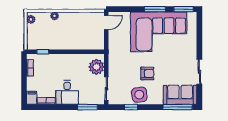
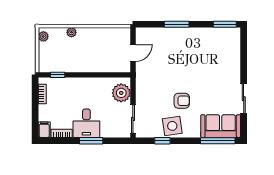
window: (155, 9) -> (177, 24), moved
door: (106, 23) -> (133, 53), moved
corner sofa: (159, 32) -> (195, 51), removed
window: (87, 107) -> (91, 141), moved

